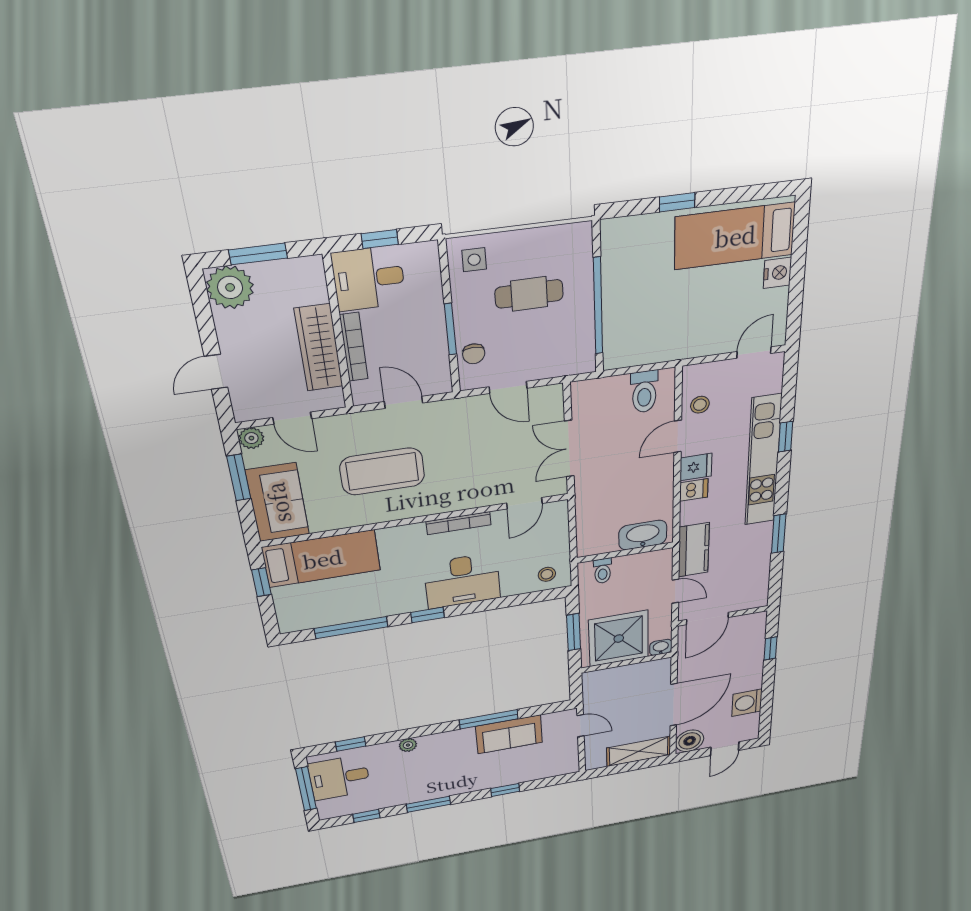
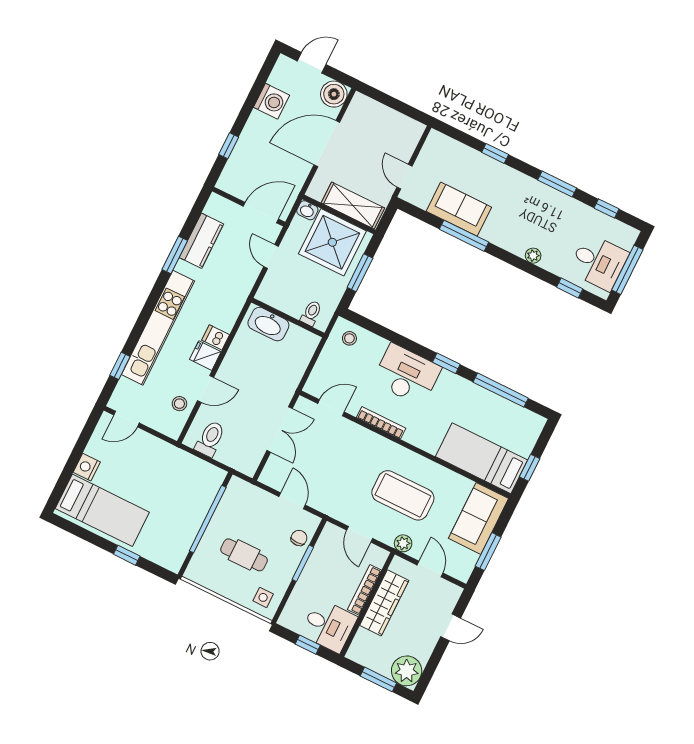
window: (786, 437) -> (120, 366), moved
plant: (251, 438) -> (403, 543), moved
kitchen counter: (694, 550) -> (201, 241), moved, turned 180
shelving: (639, 751) -> (353, 205), moved

